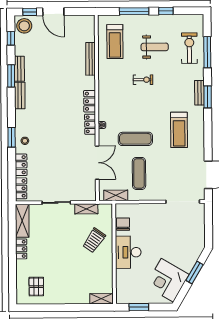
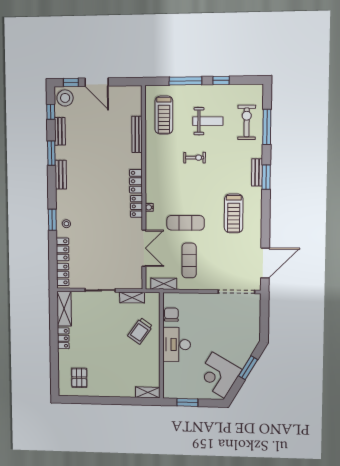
bench: (19, 69) -> (60, 131), moved

